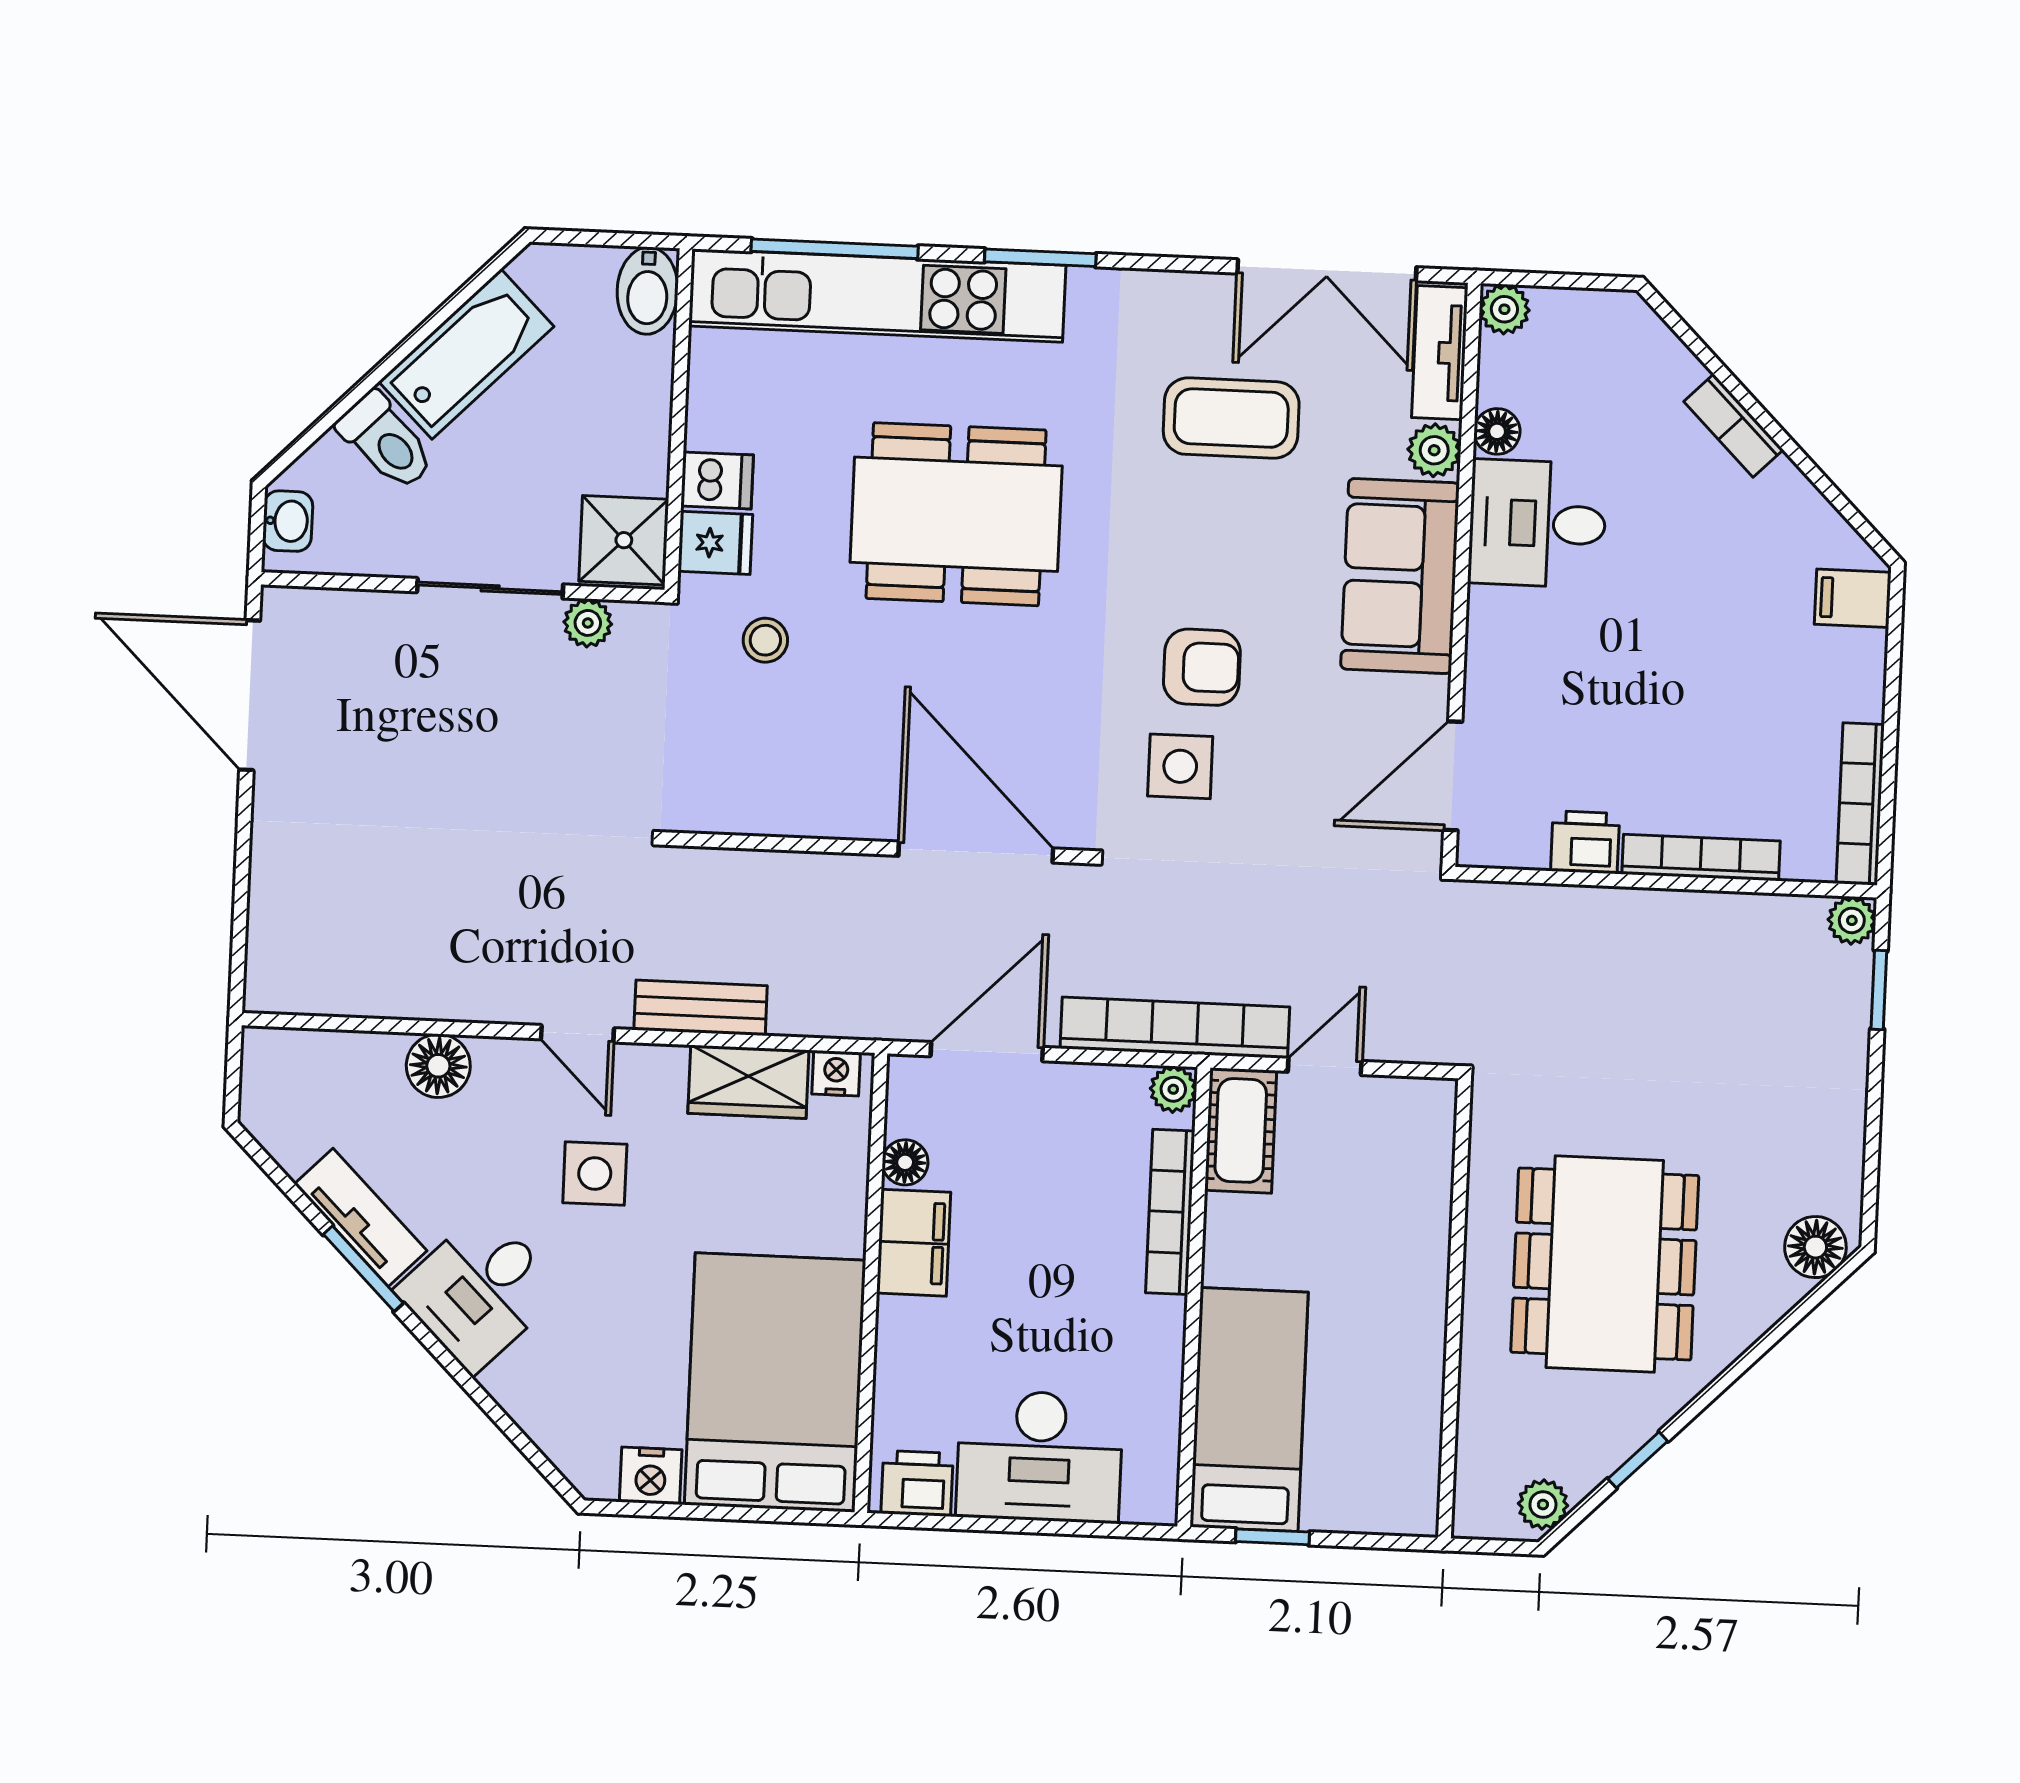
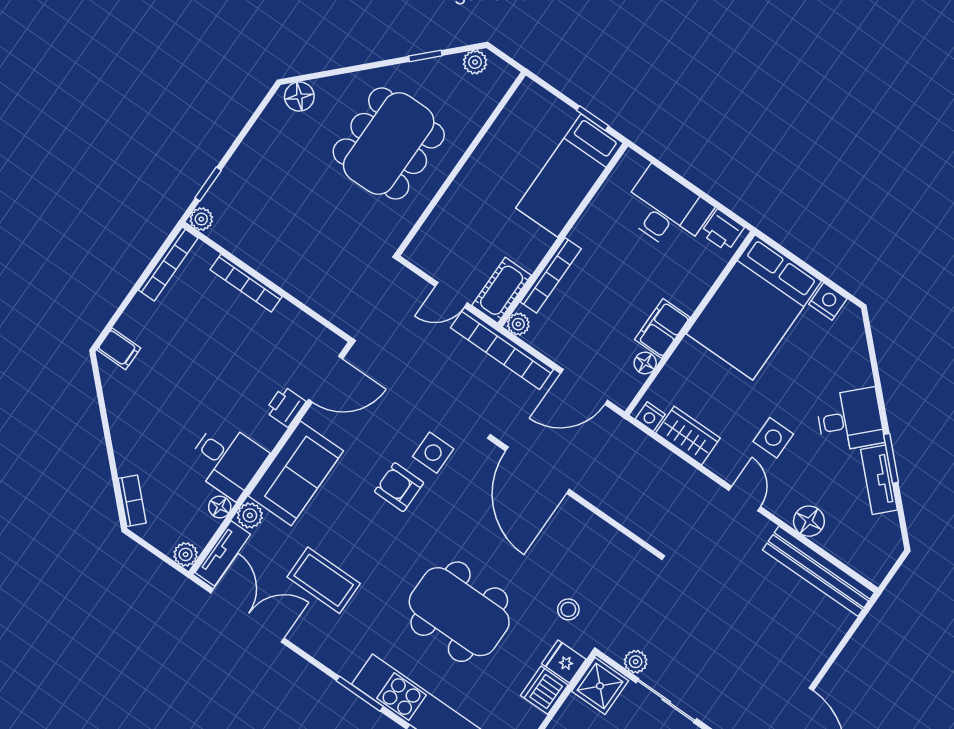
bookcase: (1733, 426) -> (132, 501), moved
dishwasher: (717, 481) -> (544, 690), width x1.38
printer: (1585, 842) -> (285, 406), moved, turned 90
bench: (701, 1008) -> (818, 571), moved, width x1.86, depth x1.21

